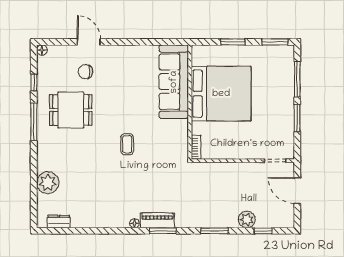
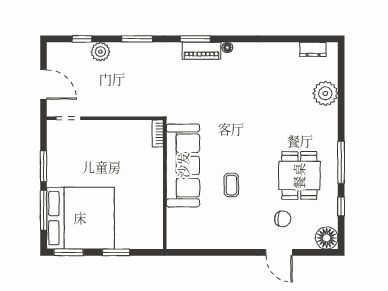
floor lamp: (42, 50) -> (327, 238), width x1.89, depth x1.89
sofa: (174, 82) -> (183, 165), moved
bed: (221, 94) -> (80, 218), moved, turned 180
dining table: (71, 110) -> (299, 176), turned 90
coffee table: (127, 144) -> (231, 185), moved

